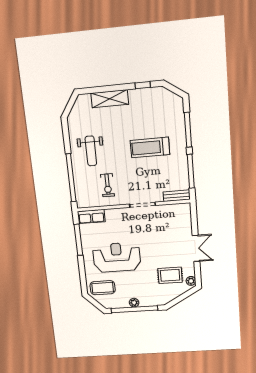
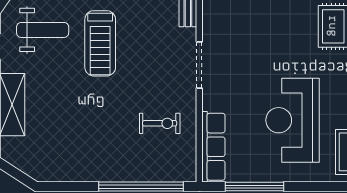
weight bench: (91, 151) -> (43, 30), moved
row of seats: (91, 217) -> (213, 147), width x1.48

